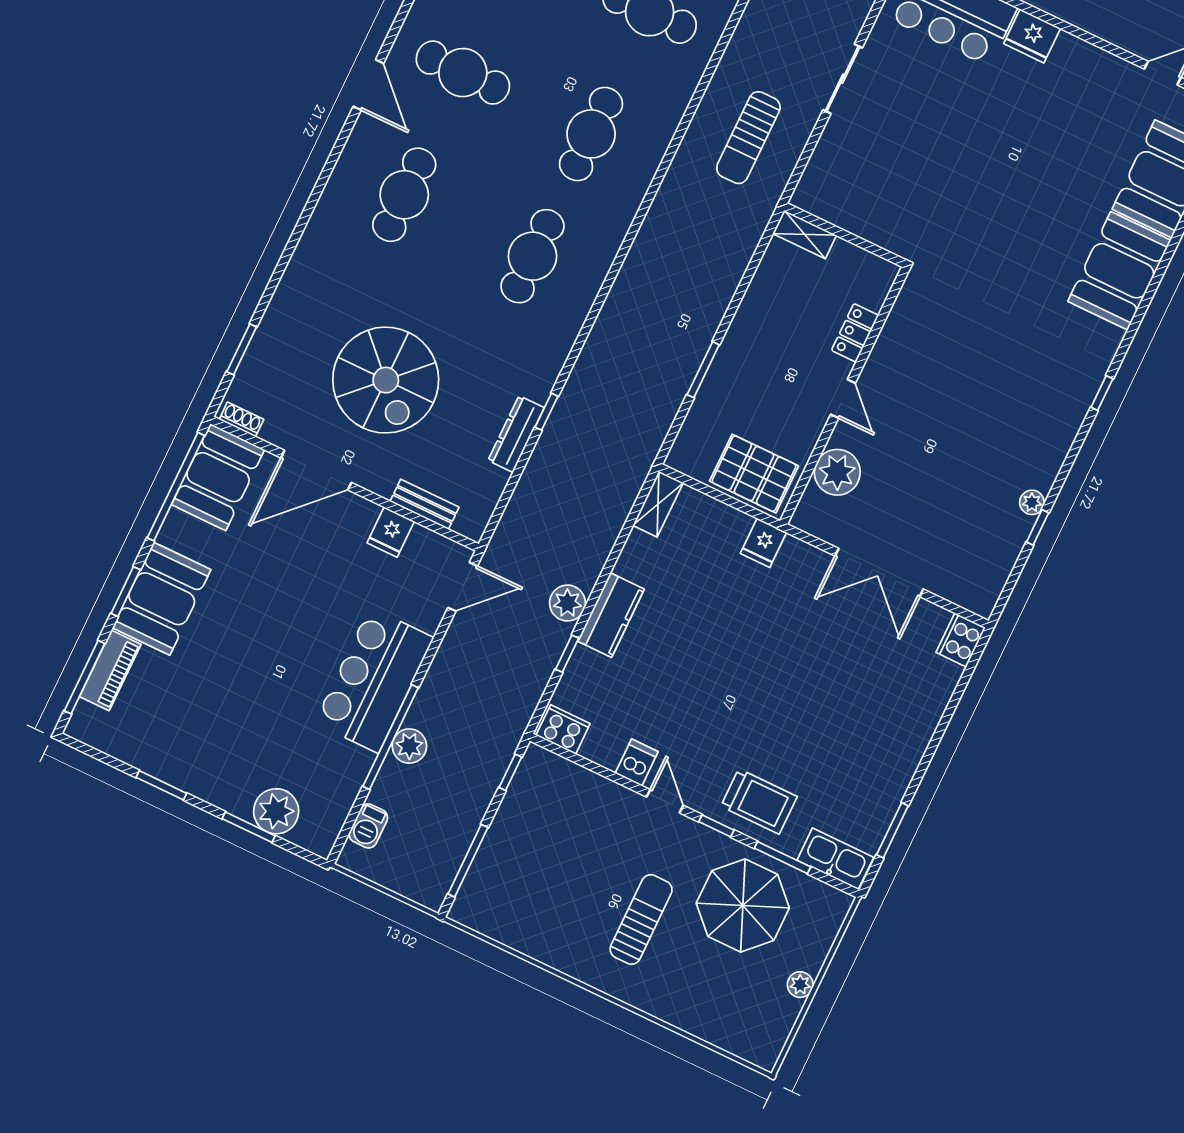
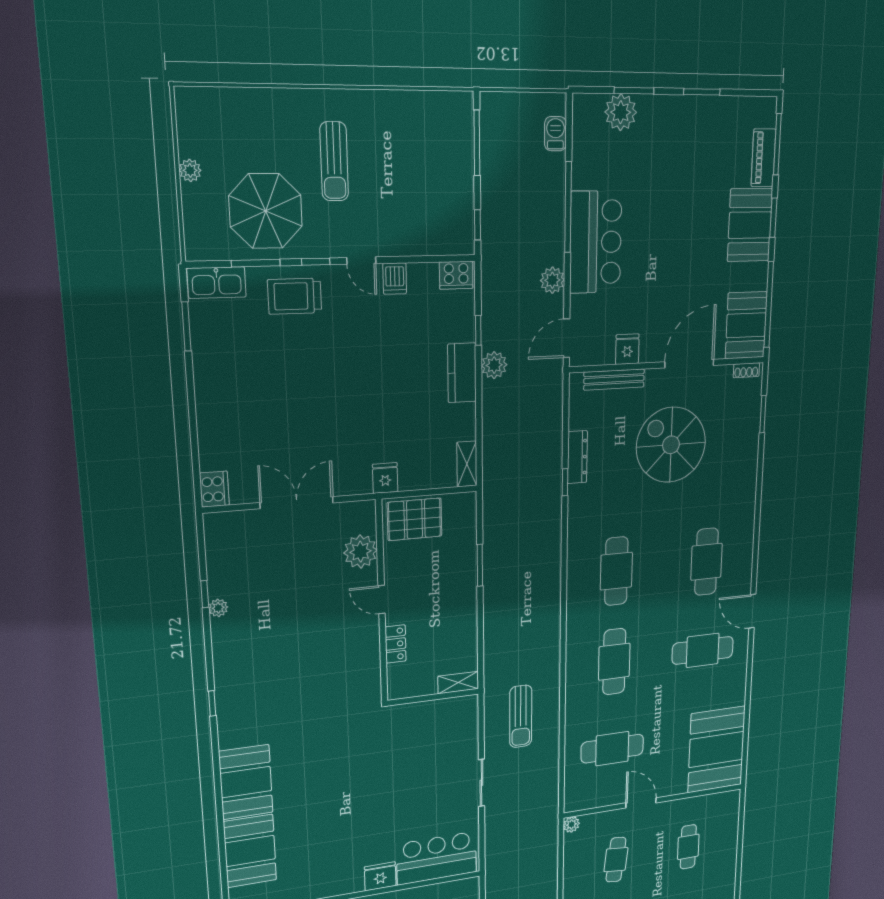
sun lounger: (748, 138) -> (521, 716), turned 180
bench: (425, 504) -> (614, 379), width x1.36
plant: (409, 746) -> (552, 280), moved

